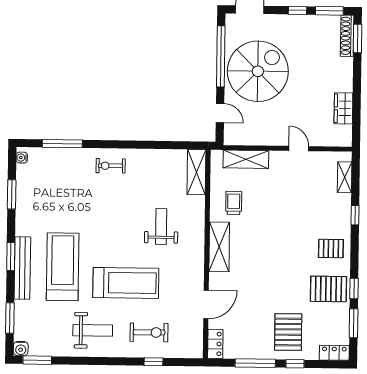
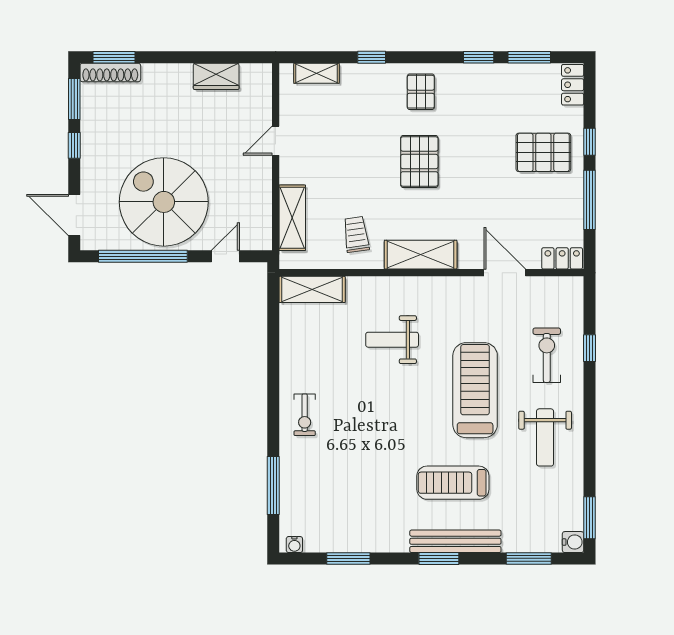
trolley: (234, 203) -> (356, 234), turned 82
treadmill: (63, 267) -> (453, 483), width x0.73, depth x0.73
pallet: (328, 289) -> (419, 161), moved
weight bench: (93, 330) -> (545, 437), turned 180

